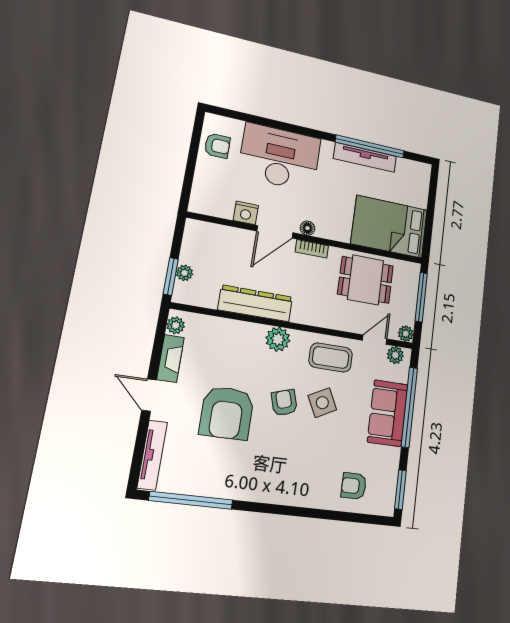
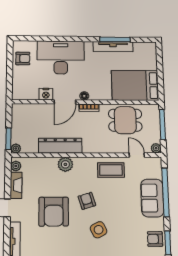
window: (370, 146) -> (115, 39), width x0.68
plant: (184, 273) -> (16, 148), moved
plant: (278, 339) -> (65, 164), moved
door: (375, 340) -> (137, 155), hinge flipped
plant: (395, 355) -> (151, 162), removed
side table: (322, 403) -> (99, 230), moved
armchair: (354, 486) -> (155, 239), moved

